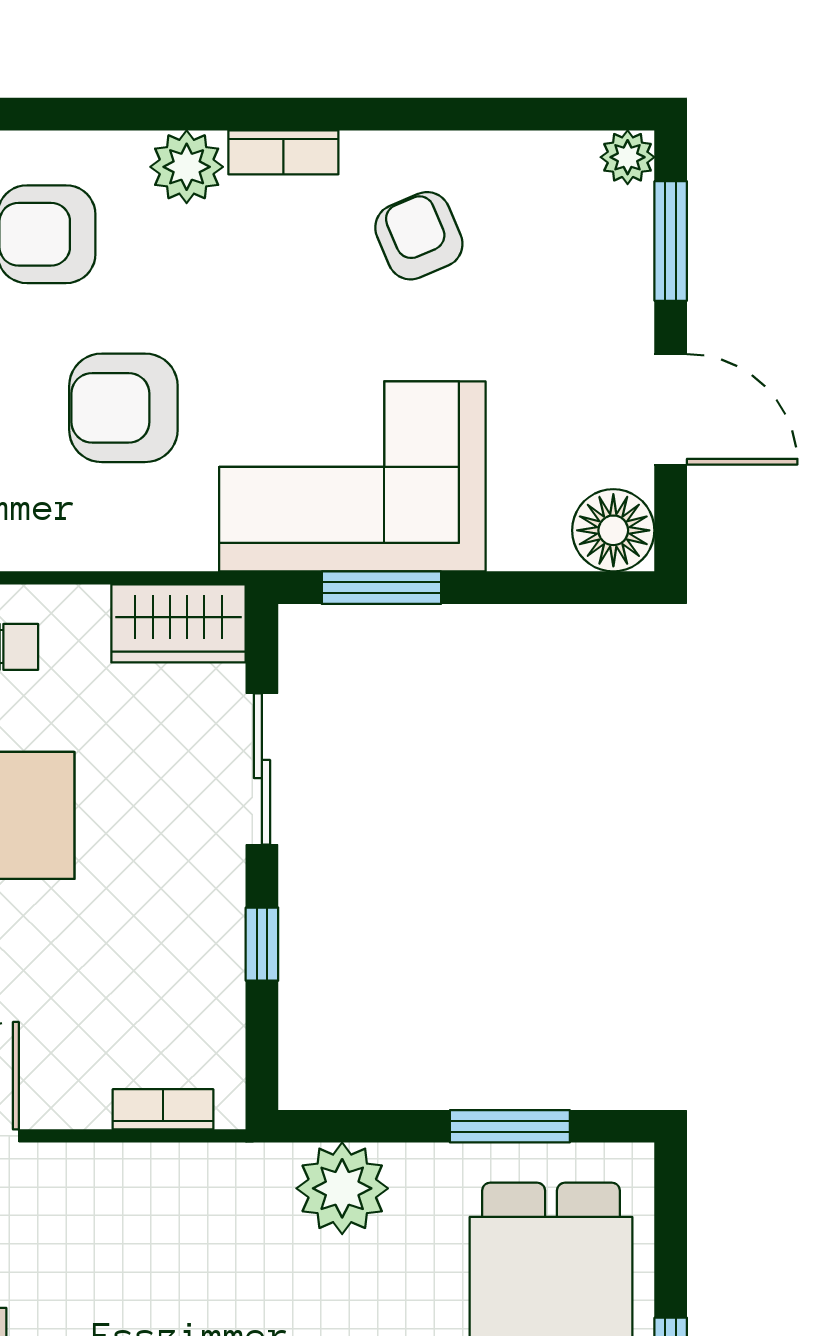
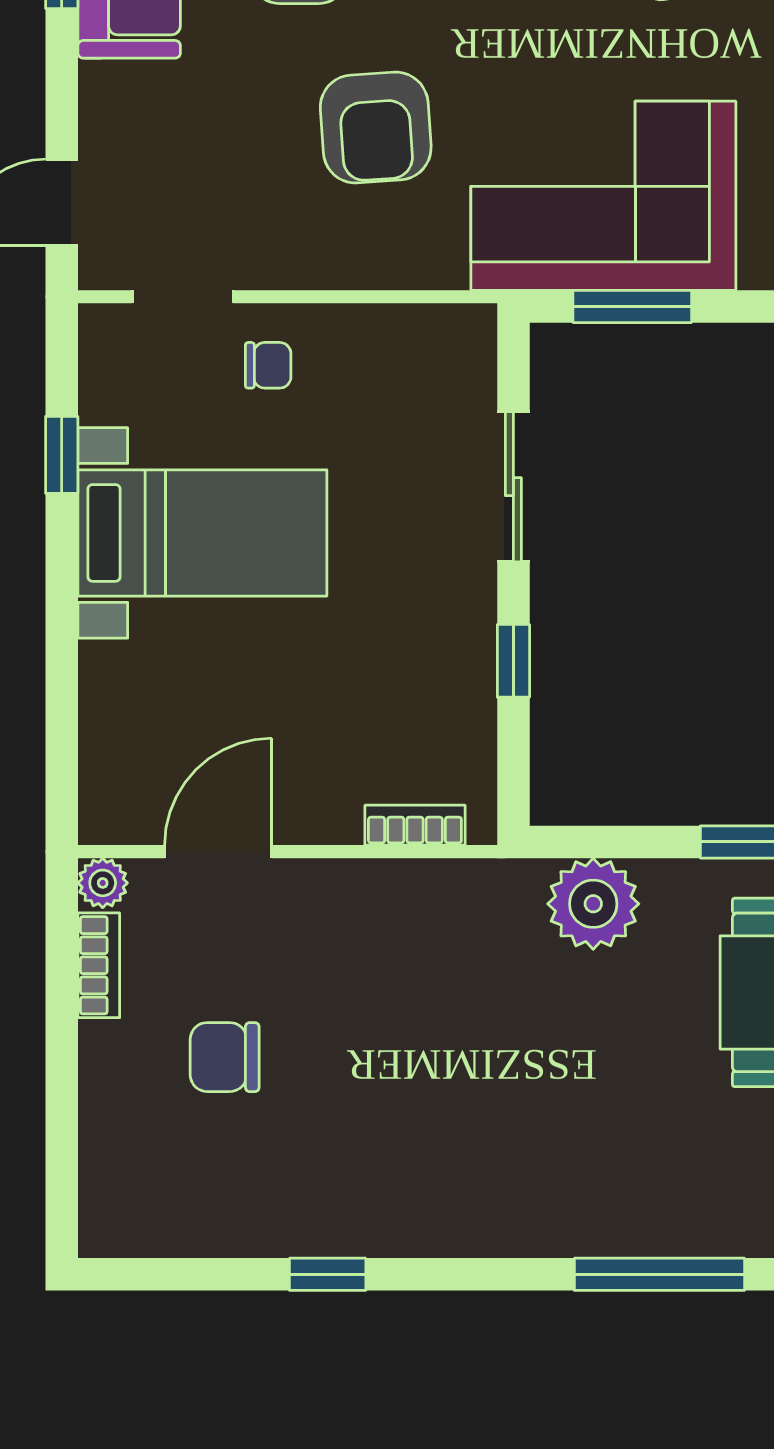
armchair: (123, 408) -> (376, 128), turned -94
wardrobe: (178, 623) -> (430, 342), removed

